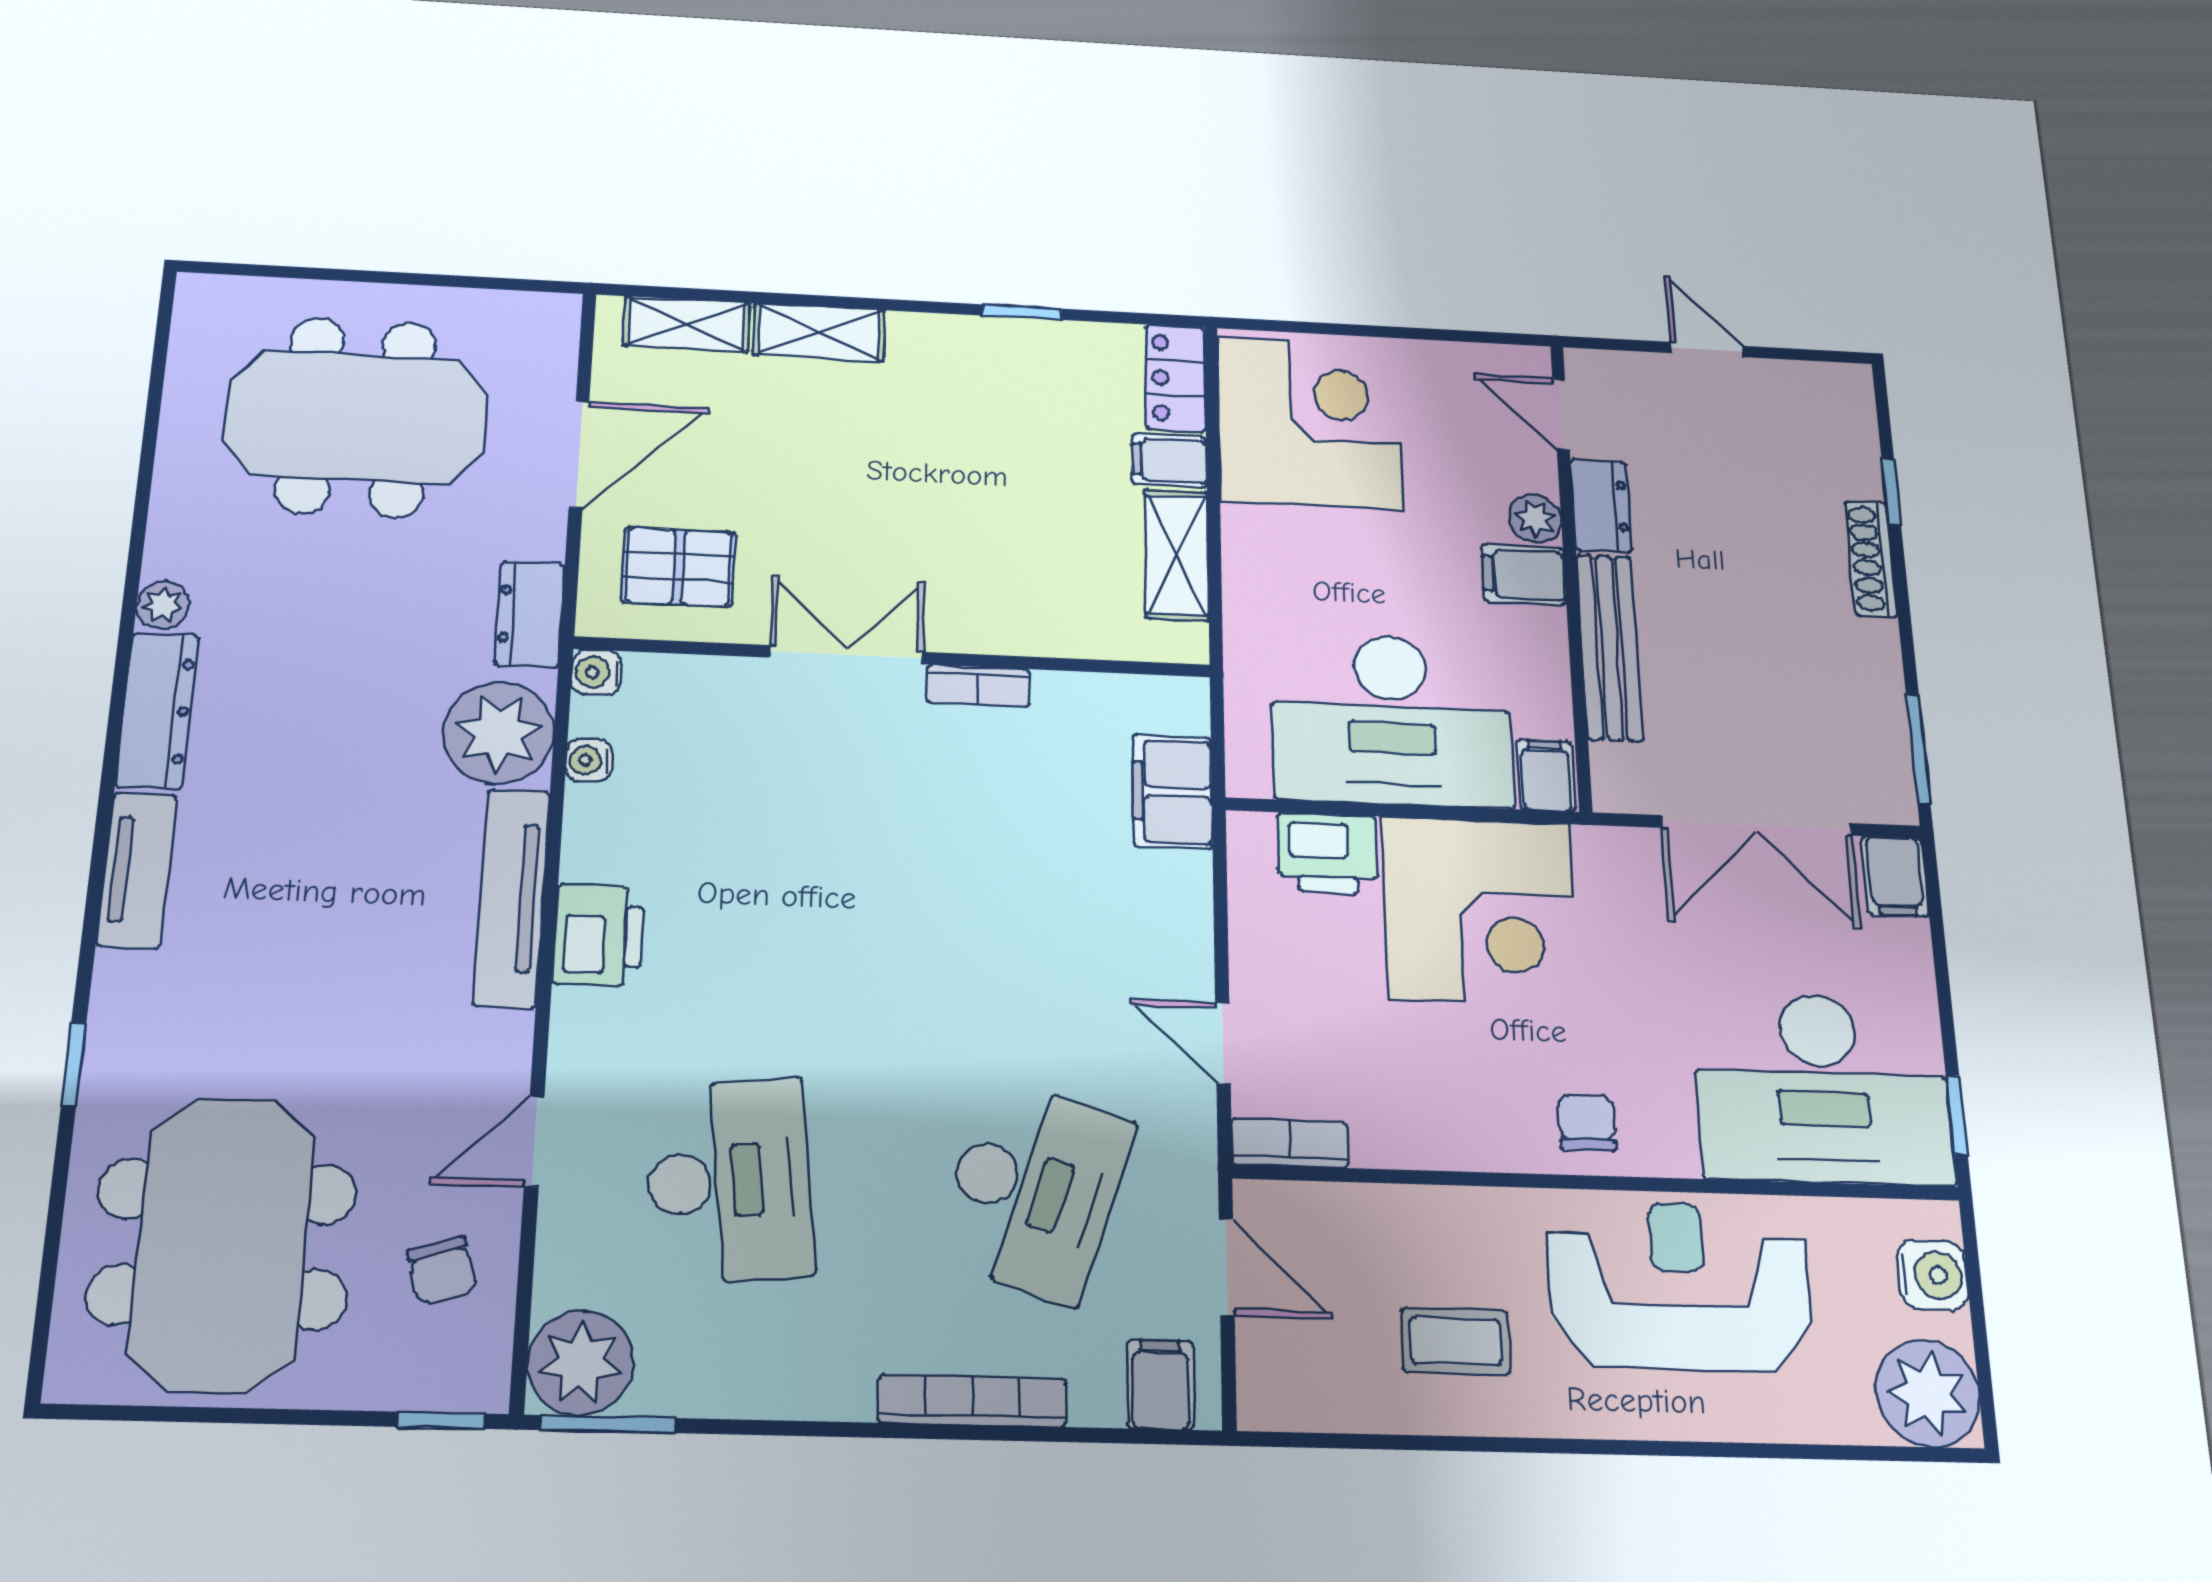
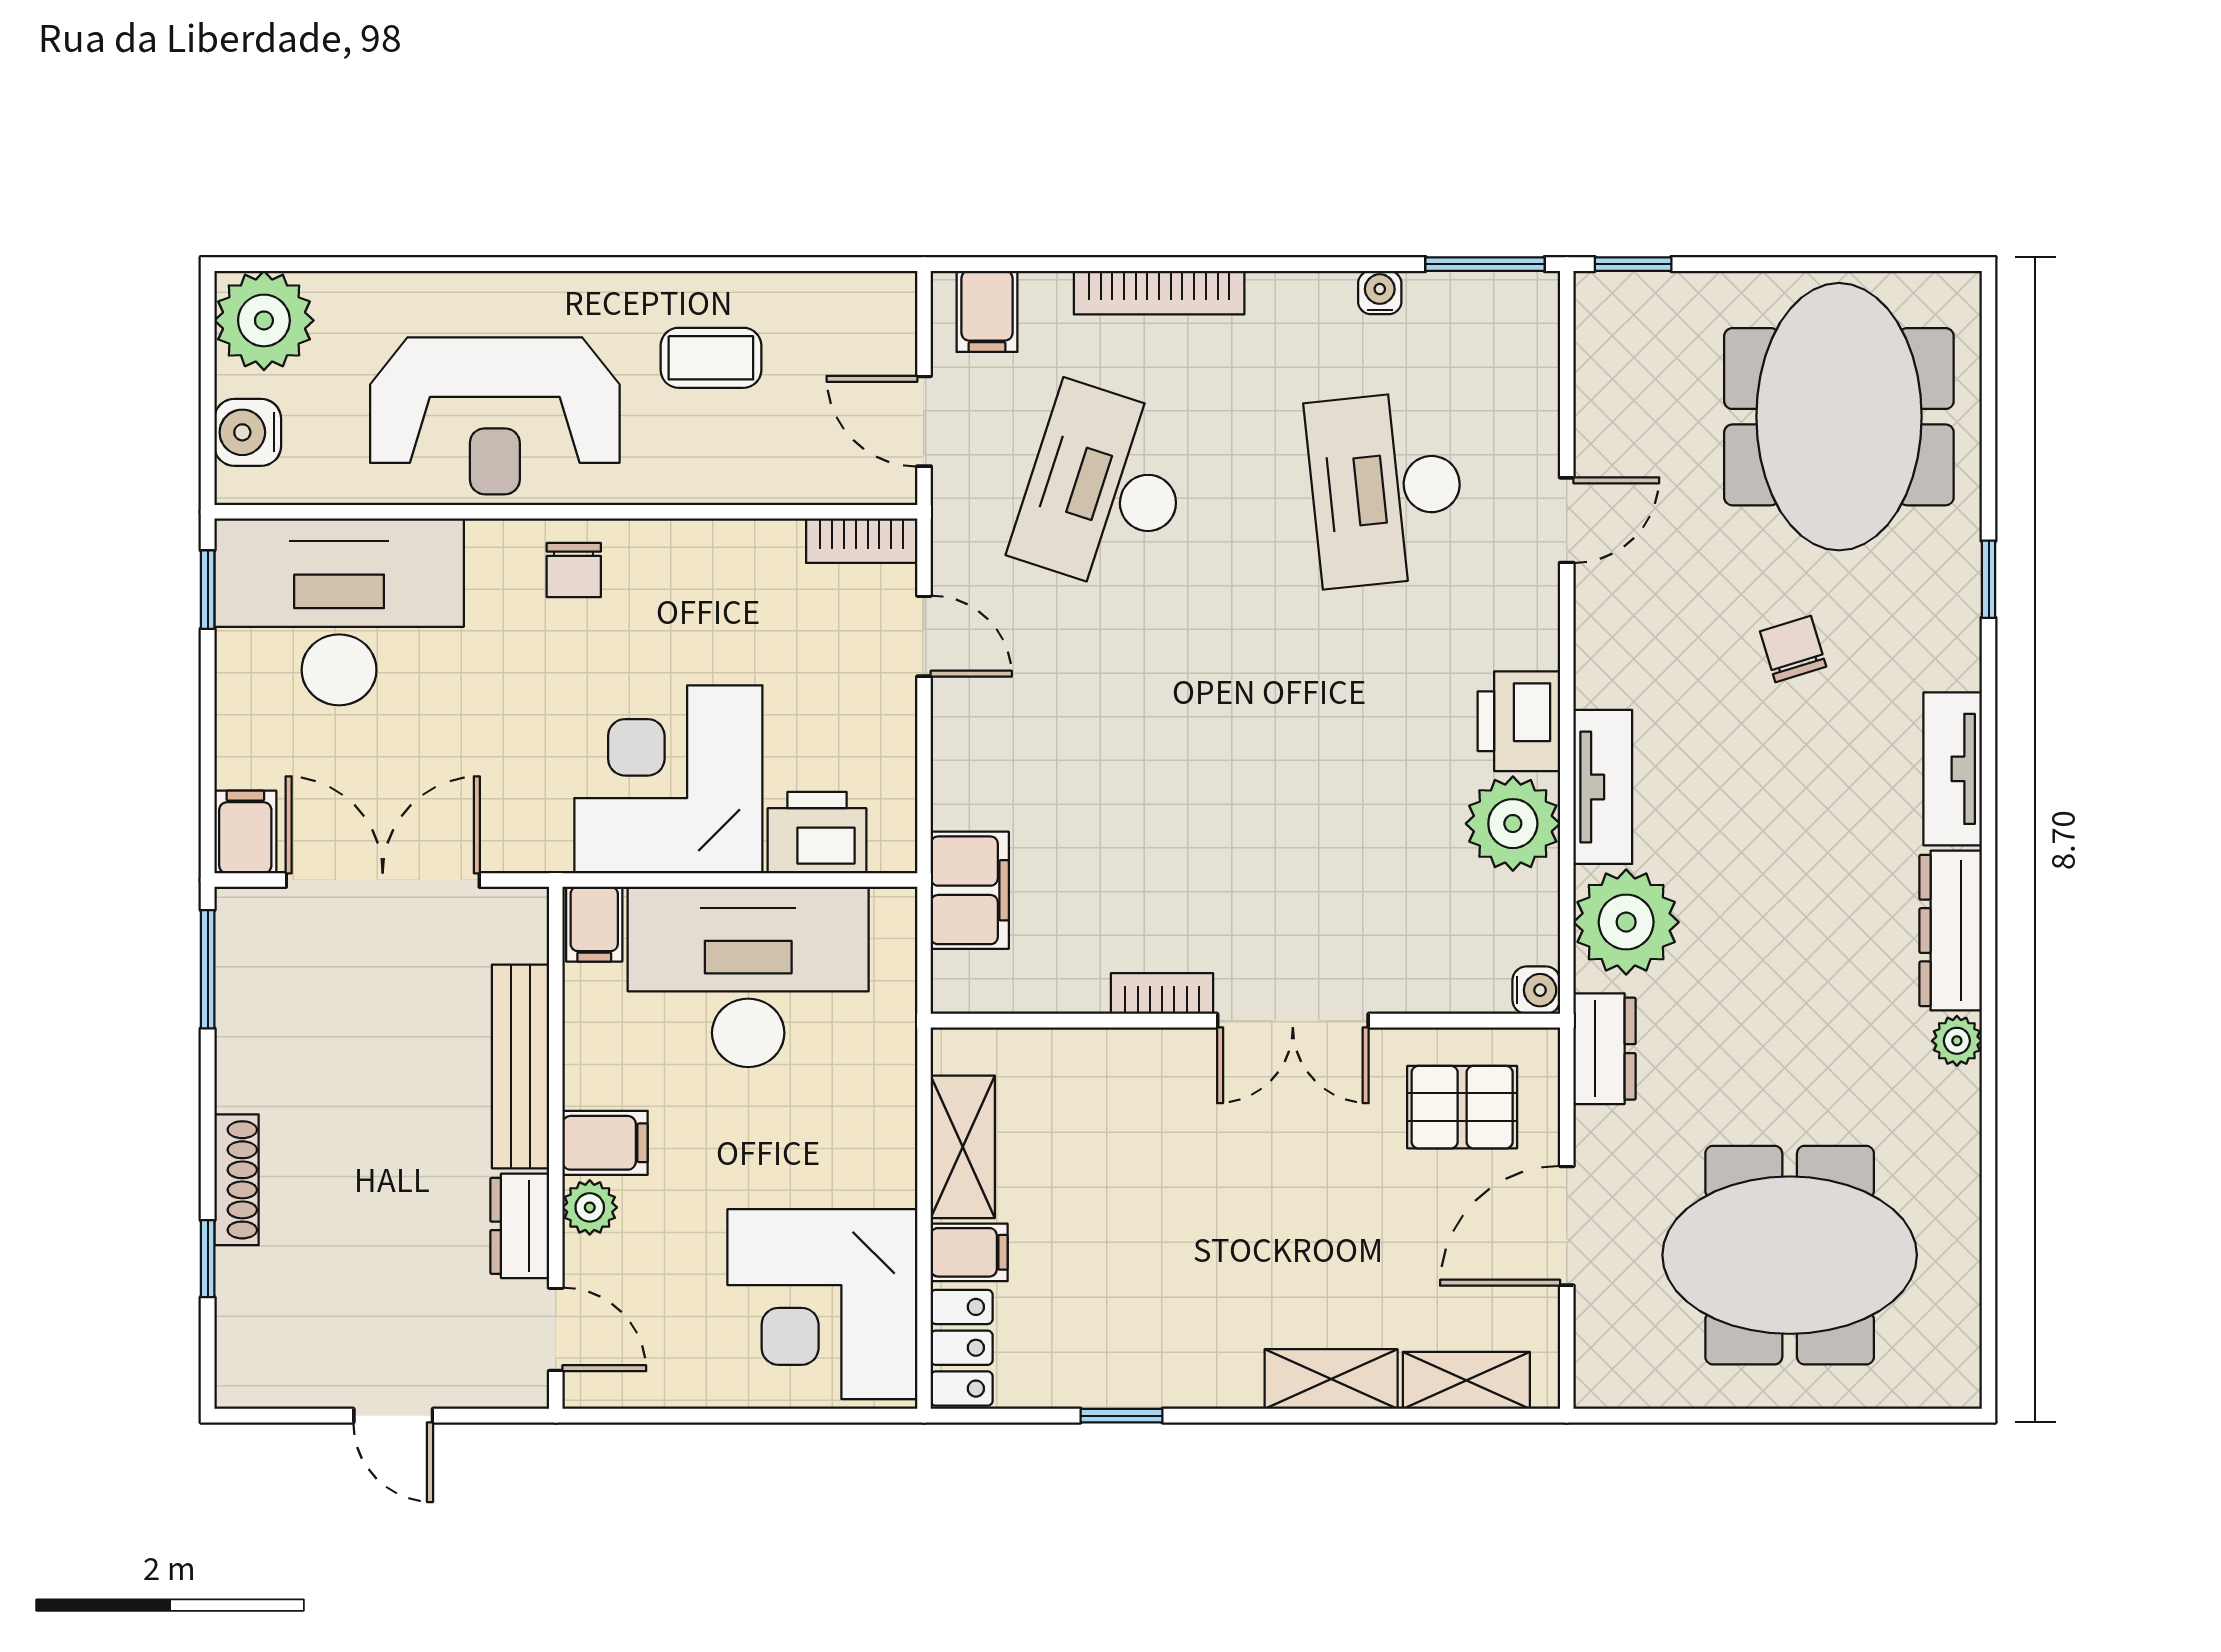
water cooler: (589, 760) -> (1380, 292), moved, turned -90
tv unit: (512, 898) -> (1603, 787), width x0.71
chair: (442, 1271) -> (1793, 649), moved
plant: (580, 1363) -> (1513, 824), moved

